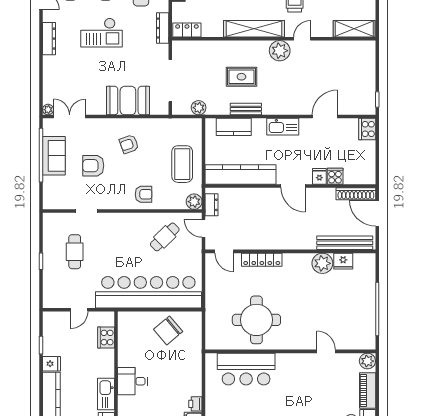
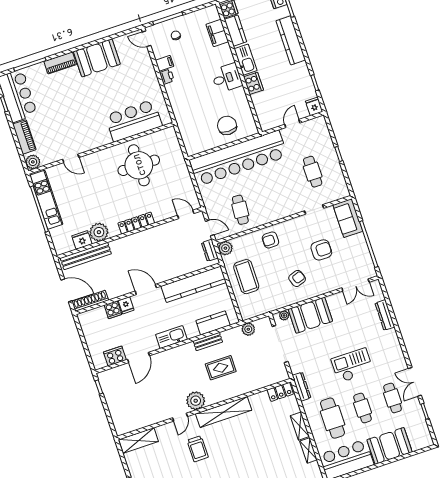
dresser: (49, 39) -> (385, 315), moved
plant: (48, 110) -> (284, 315), moved
cooker: (367, 129) -> (115, 356), moved, turned -90
sofa: (54, 156) -> (348, 218), moved
cafe table: (165, 237) -> (240, 210), turned -42
locker: (262, 260) -> (136, 223), moved
kitchen unit: (367, 316) -> (46, 200), added
chair: (168, 330) -> (227, 125), moved, turned -50
cooker: (106, 338) -> (253, 83), moved
fridge: (51, 364) -> (314, 106), moved, turned 90

